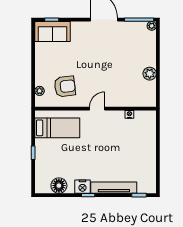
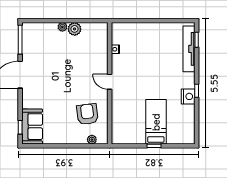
plant: (152, 26) -> (62, 27), moved
bed: (57, 128) -> (156, 122), moved
floor lamp: (59, 186) -> (187, 120), removed
tv unit: (114, 188) -> (189, 49), moved

